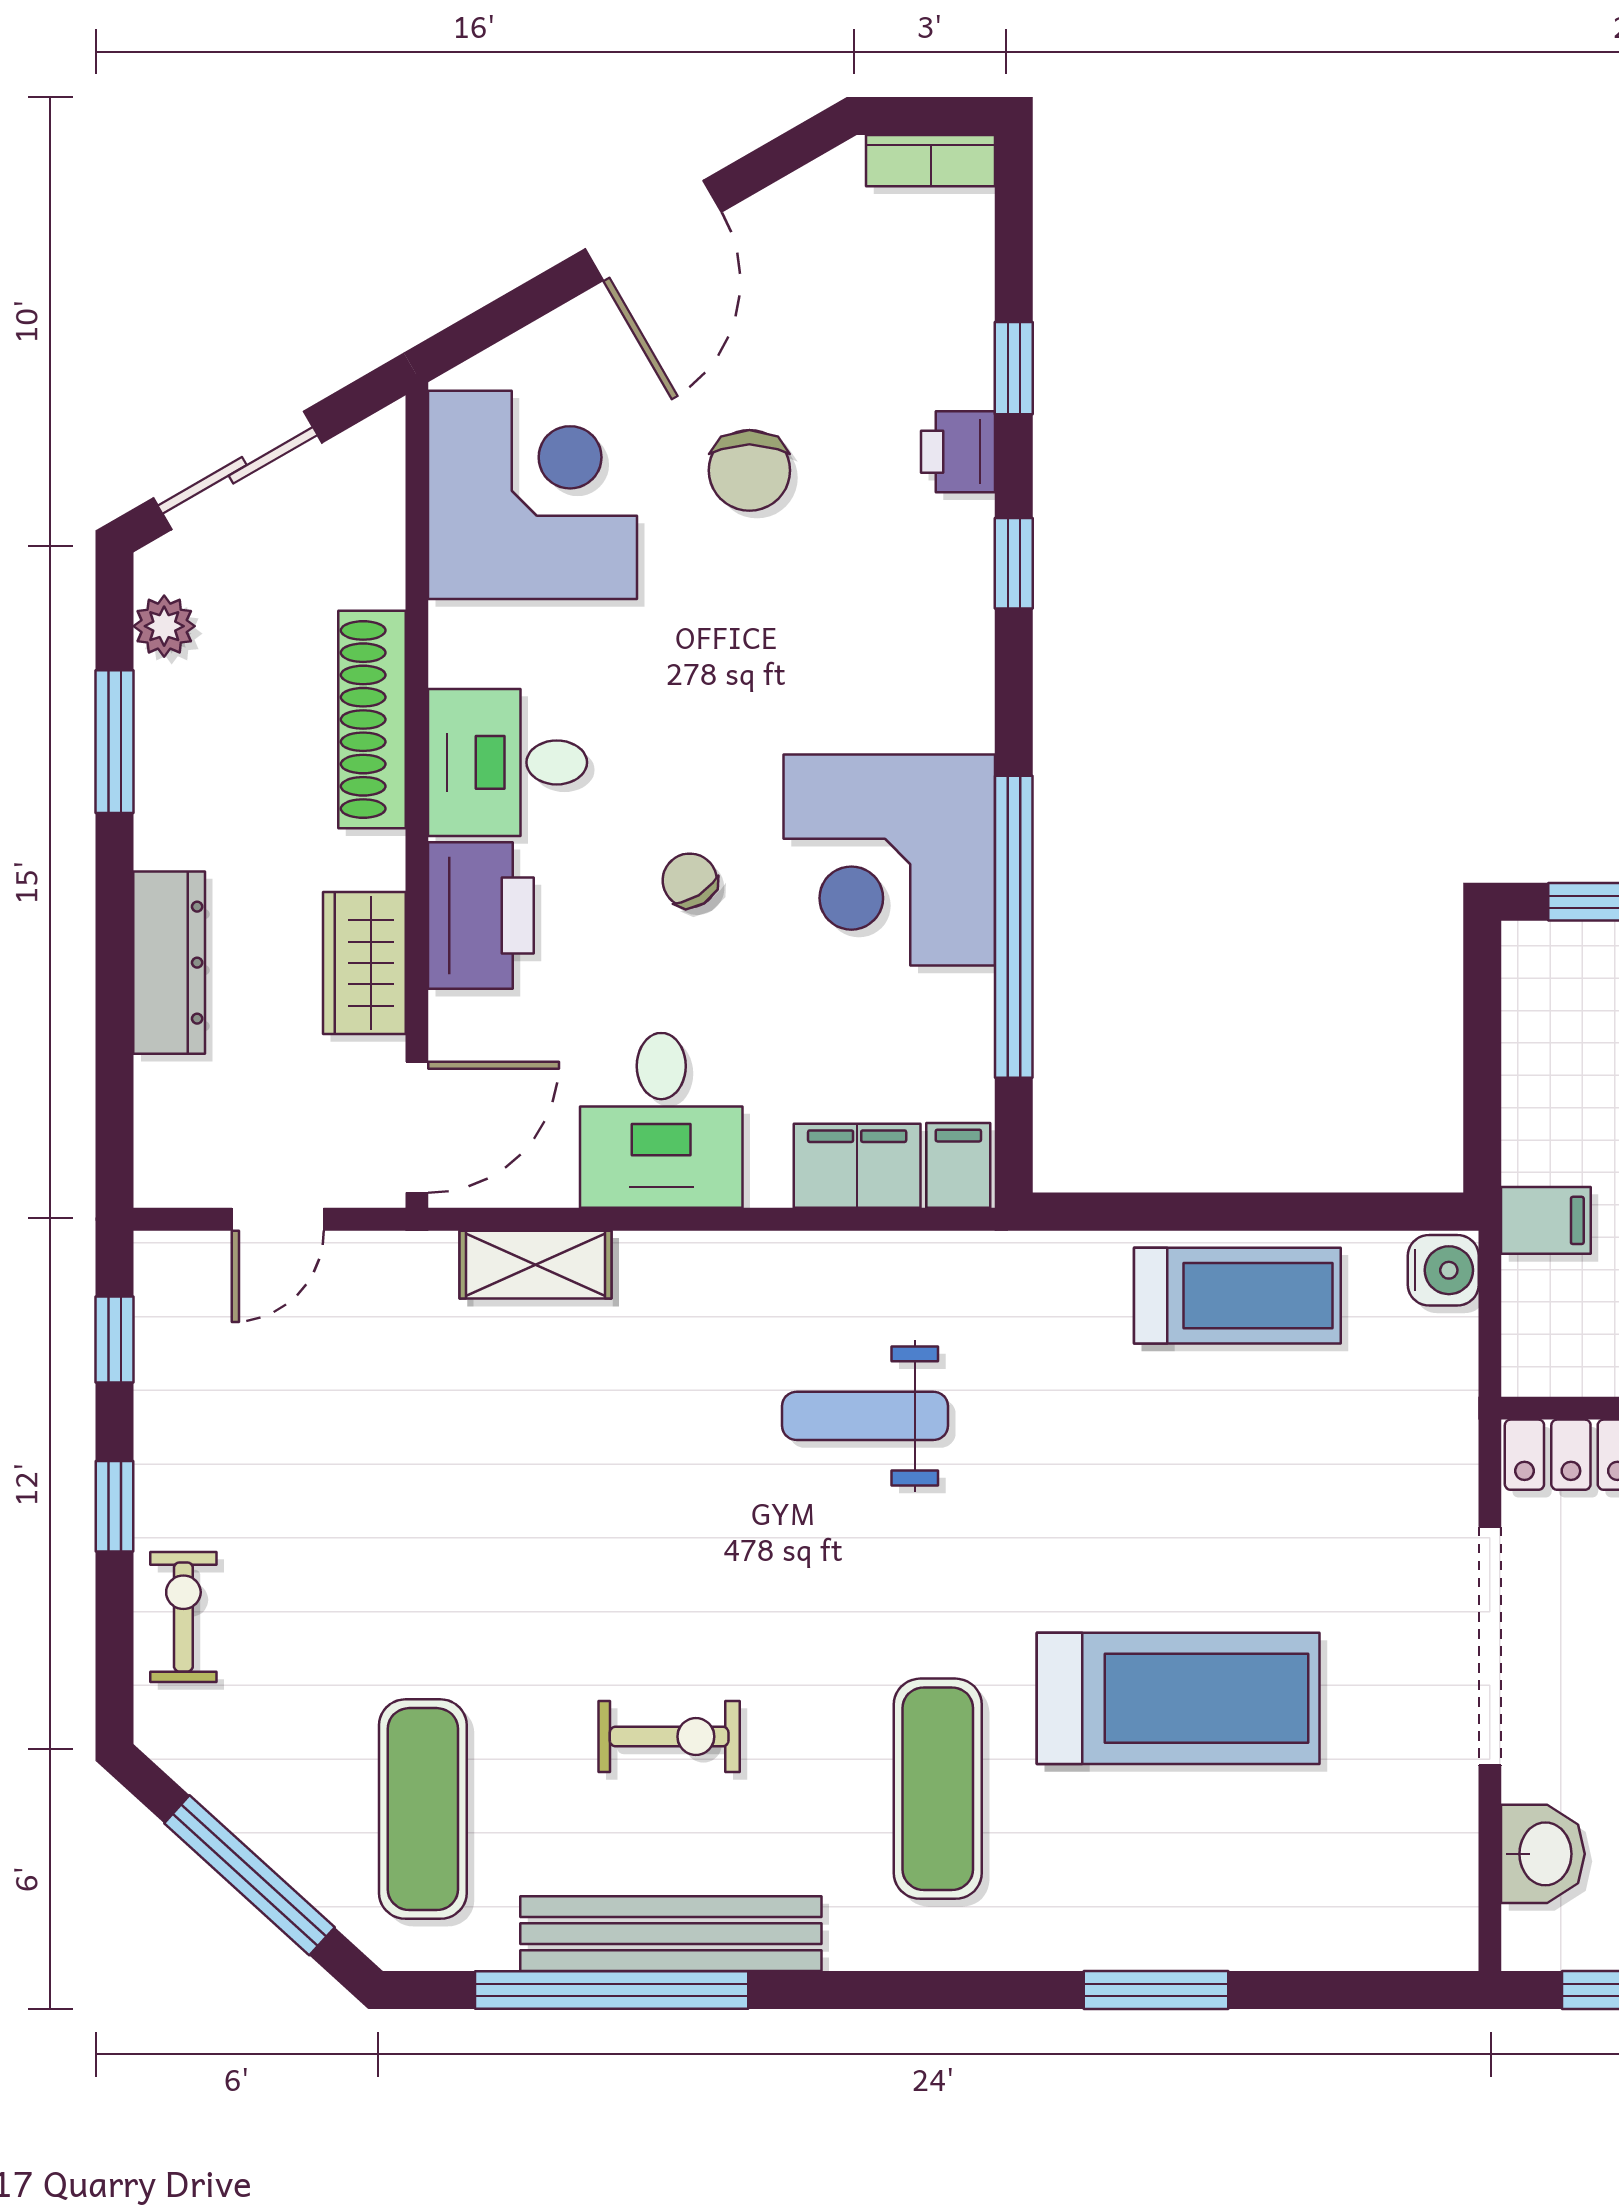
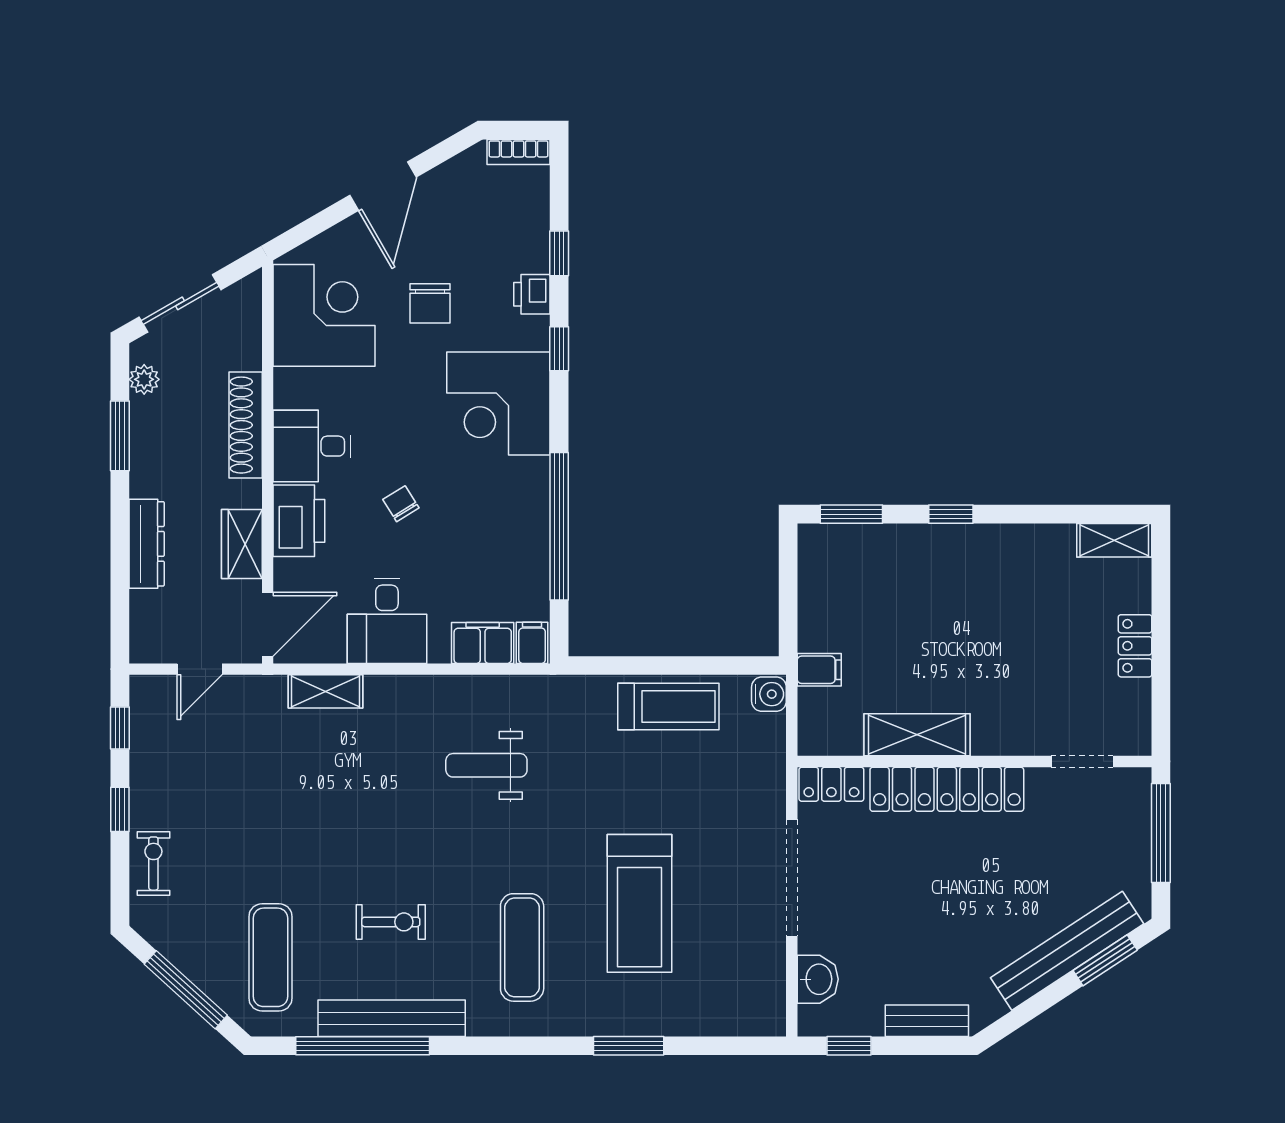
corner desk: (889, 860) -> (498, 403), moved
treadmill: (1178, 1698) -> (640, 903), turned 90

